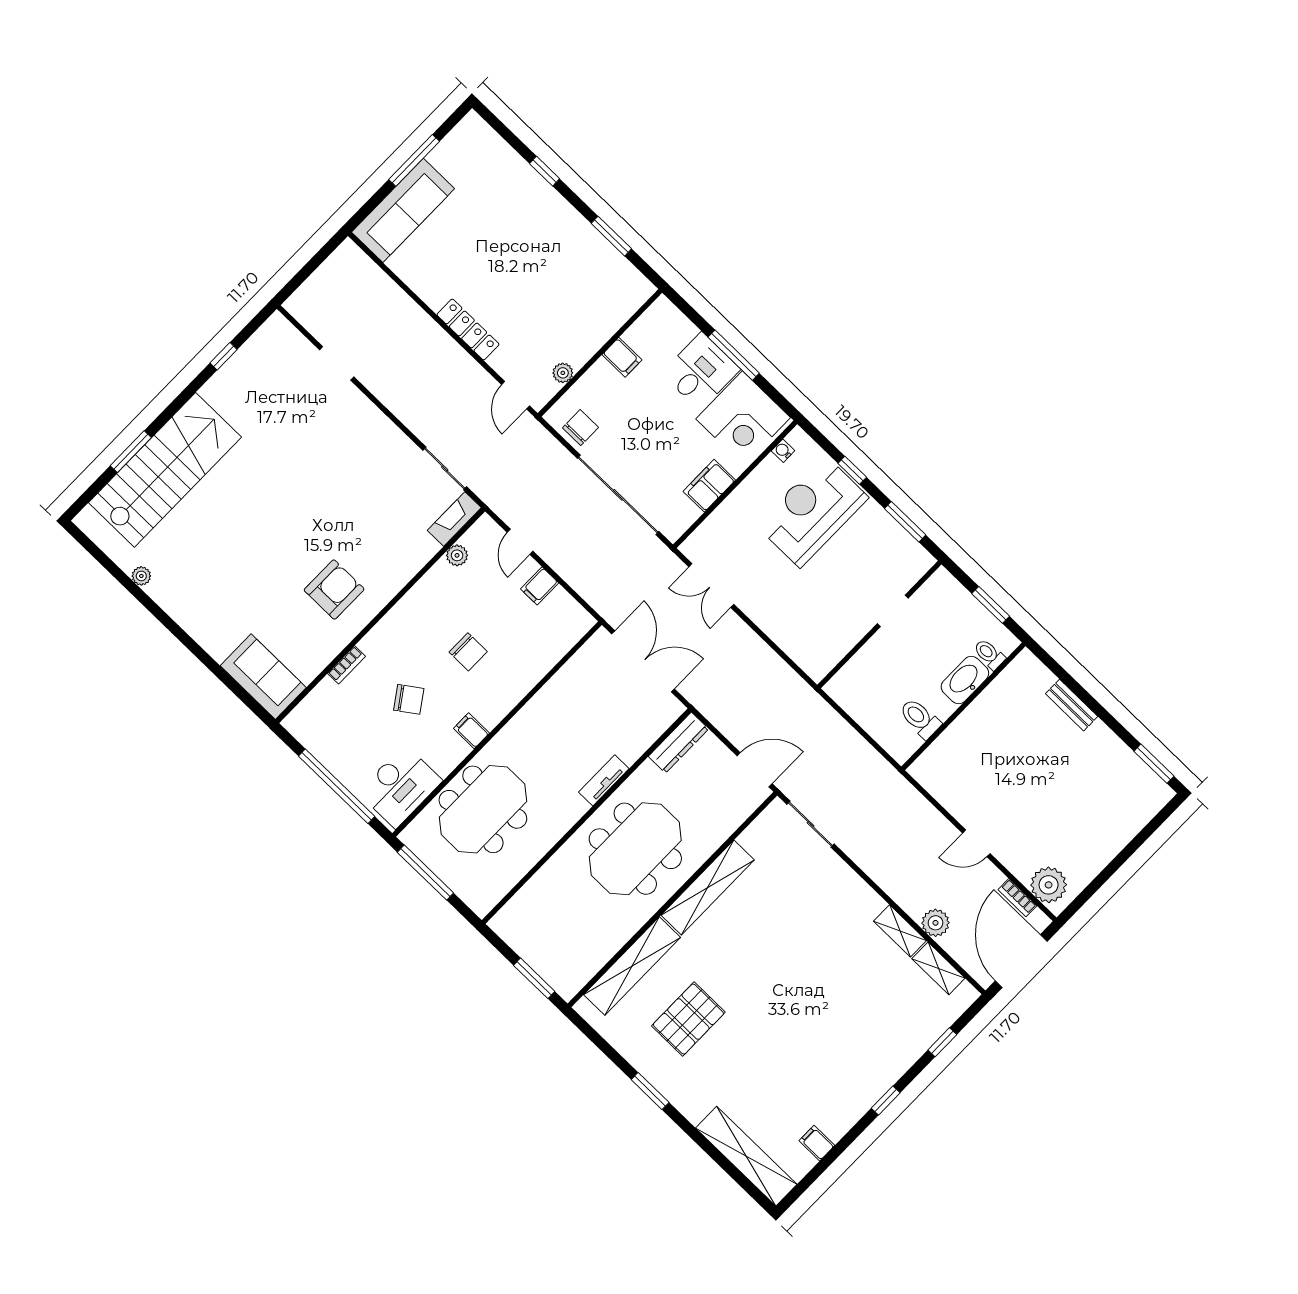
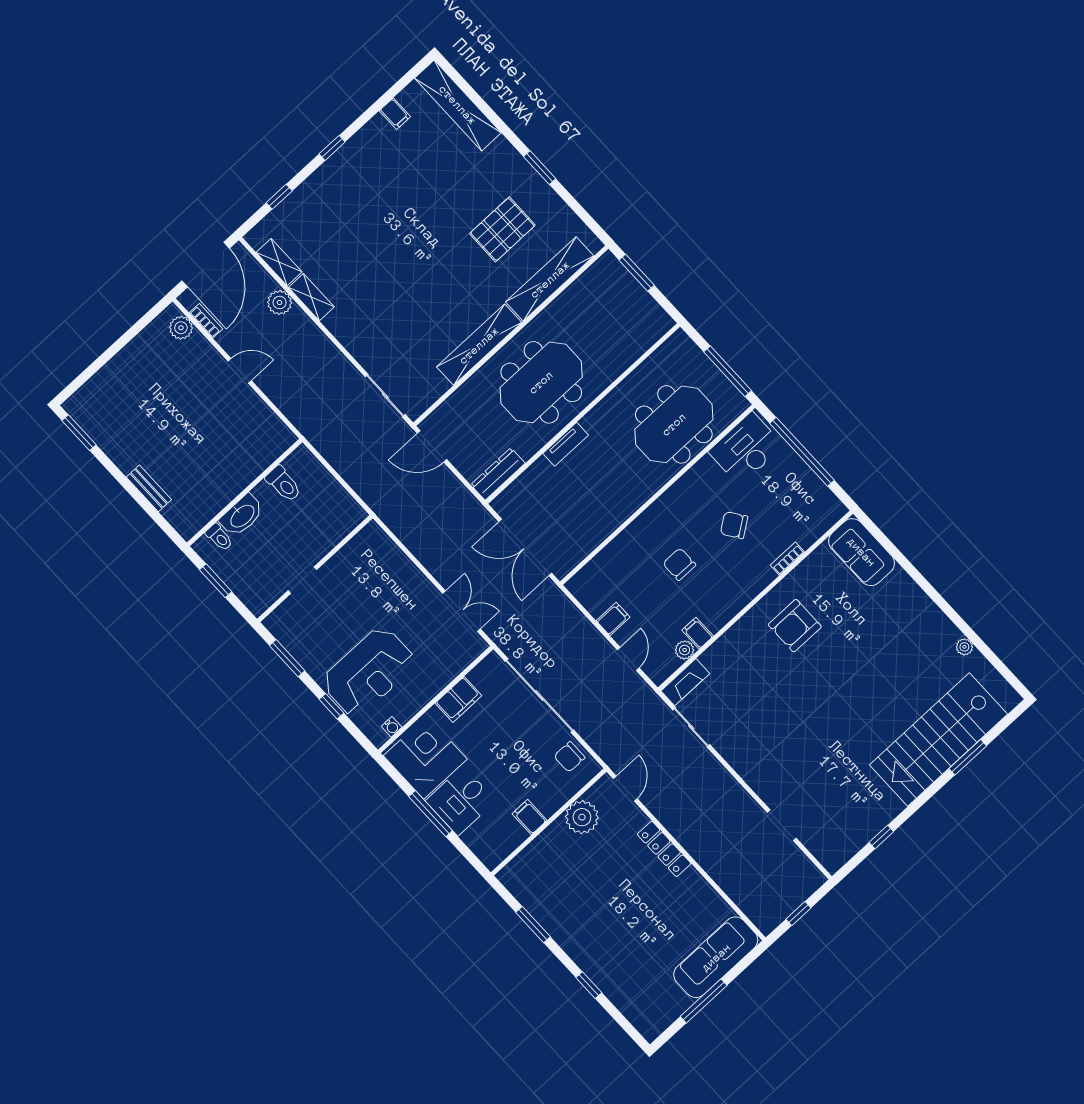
window: (312, 265) -> (798, 913), added
plant: (563, 373) -> (582, 817), width x1.87, depth x1.87
filing cabinet: (471, 731) -> (698, 633), moved, turned 180
plant: (1049, 885) -> (181, 328), width x0.73, depth x0.73

